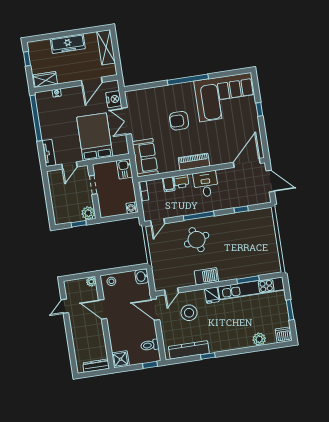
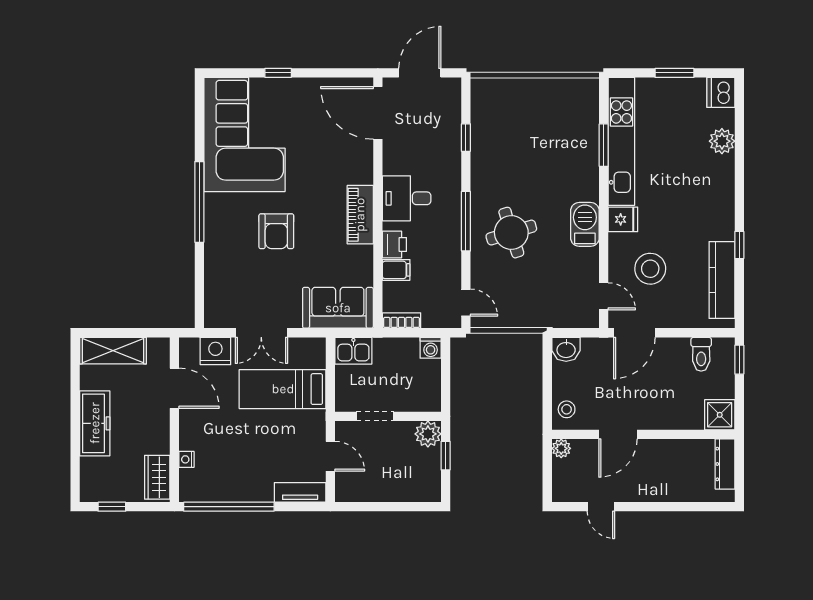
bed: (95, 137) -> (283, 389), width x0.67

